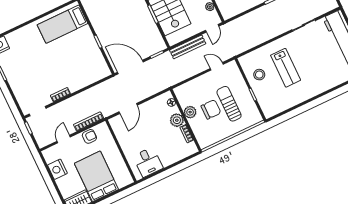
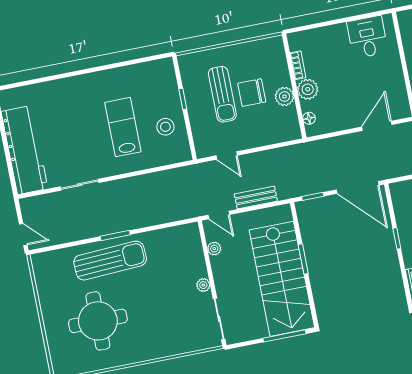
door: (212, 28) -> (219, 215), swing flipped
bench: (188, 47) -> (256, 198), width x0.73

